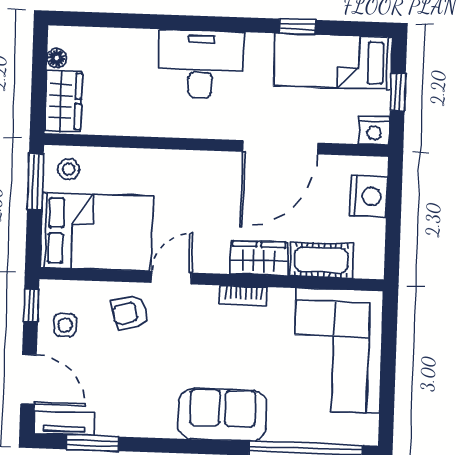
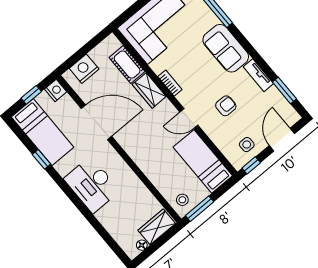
bed: (96, 232) -> (203, 161), width x0.67
armchair: (130, 313) -> (226, 106), moved, turned -77
tv unit: (64, 423) -> (258, 75), moved

